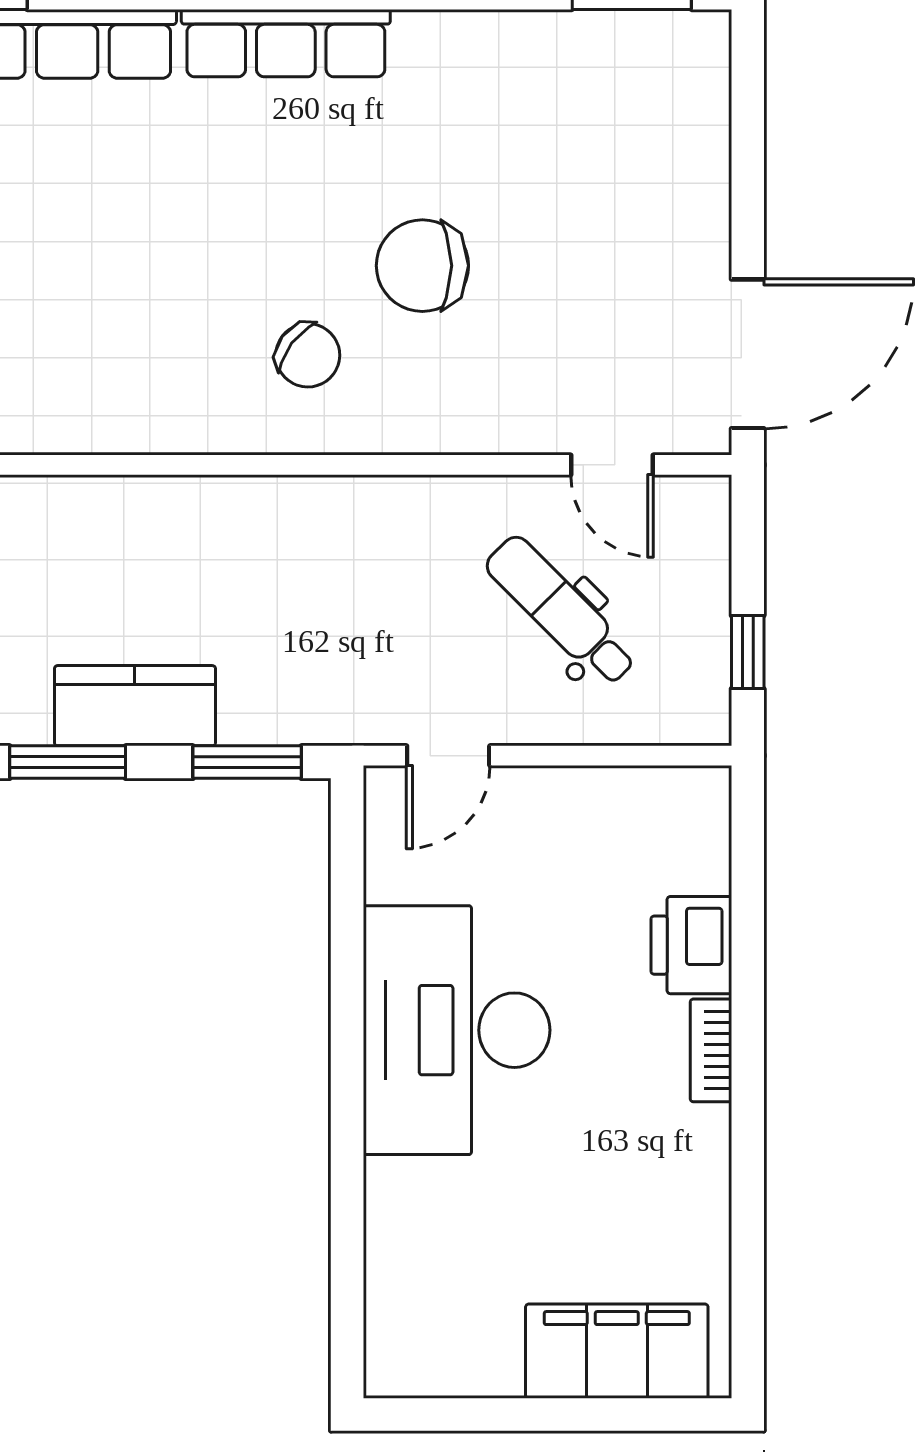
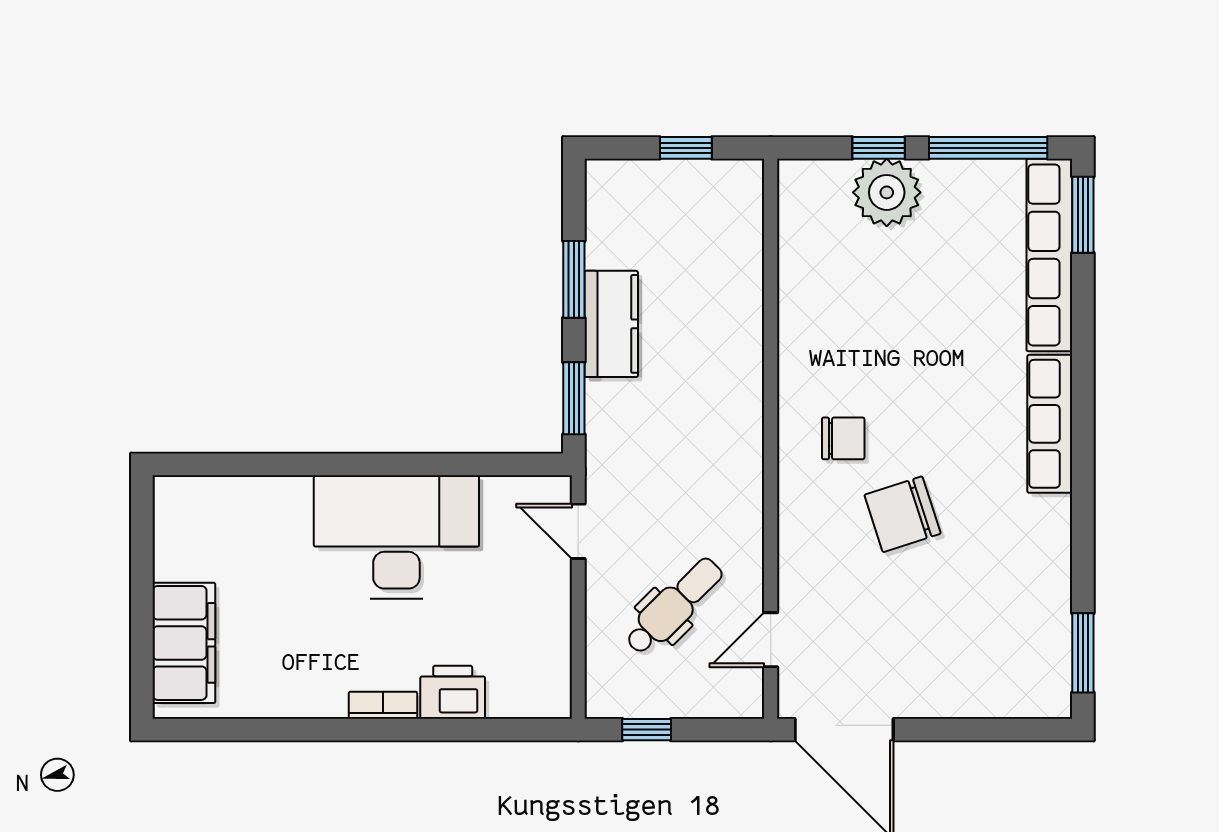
chair: (422, 266) -> (903, 514), turned -108
chair: (308, 355) -> (843, 438), turned -127

